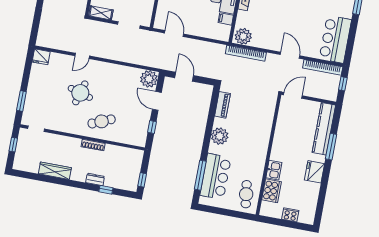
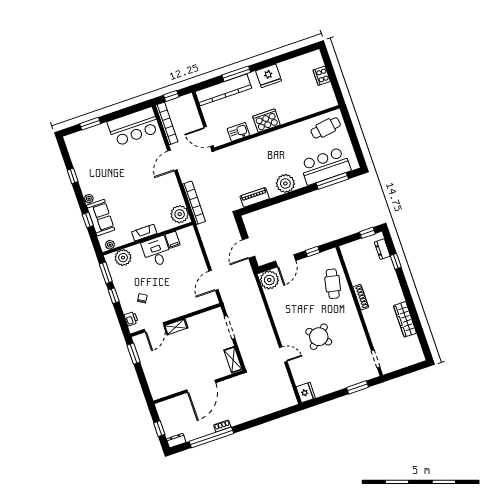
round table: (80, 93) -> (319, 337), turned 31
cafe table: (102, 121) -> (333, 284), moved, turned 35
window: (13, 145) -> (403, 372), removed
kitchen sink: (274, 170) -> (238, 132), moved
dresser: (95, 179) -> (382, 249), moved
cooker: (272, 191) -> (266, 121), moved

